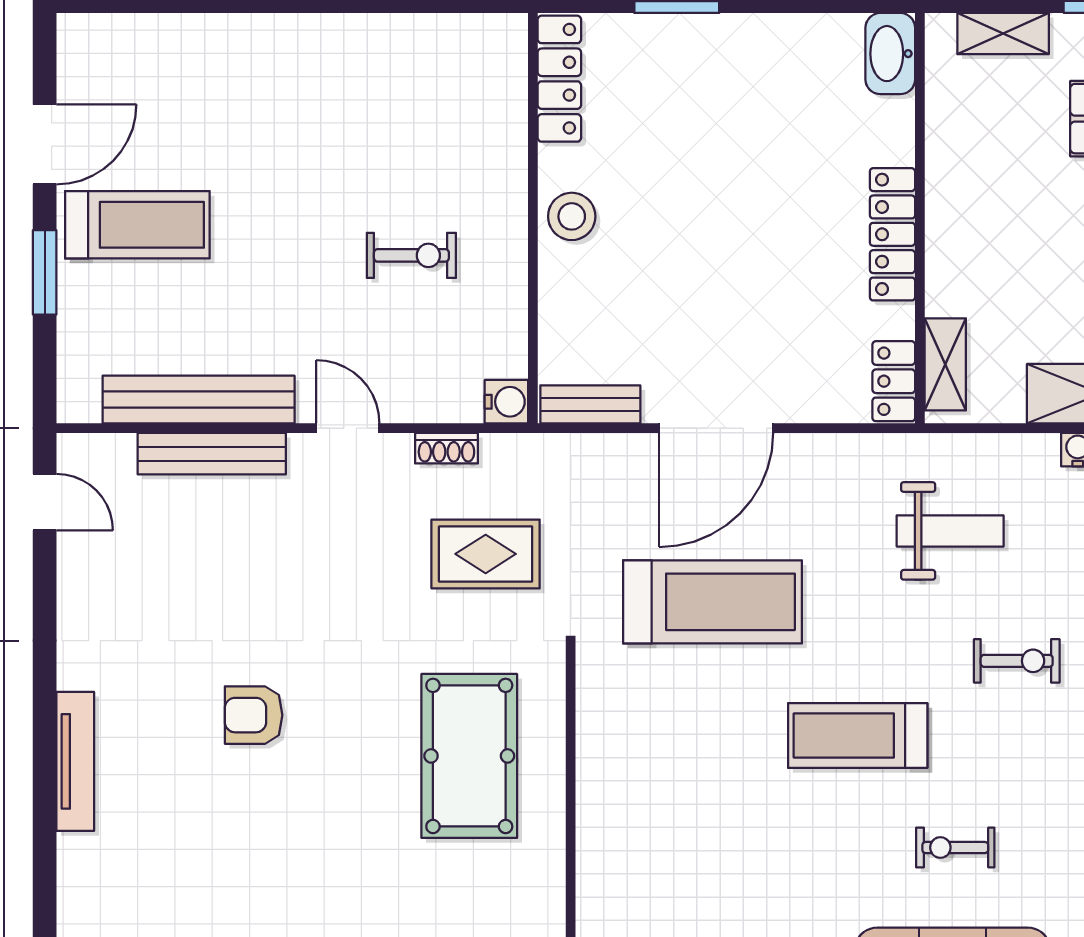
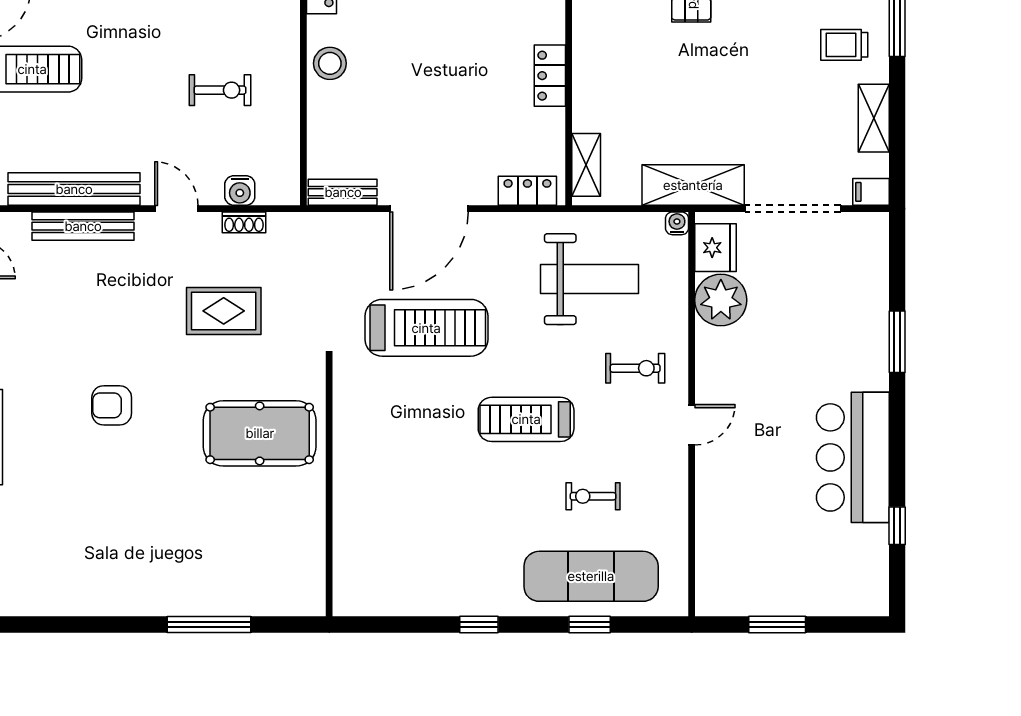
locker: (892, 234) -> (550, 76), width x0.66
locker: (894, 381) -> (527, 191), moved, turned 90
water cooler: (506, 402) -> (240, 190), moved, turned 90
weight bench: (950, 531) -> (589, 279), width x1.36, depth x1.33
rug: (486, 554) -> (224, 311), moved
pool table: (469, 756) -> (260, 433), turned 90

